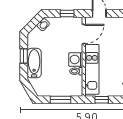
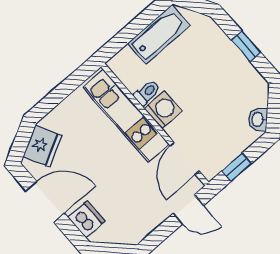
bathtub: (34, 63) -> (159, 34), moved, turned -90
window: (60, 100) -> (133, 29), removed
window: (102, 100) -> (71, 83), removed

